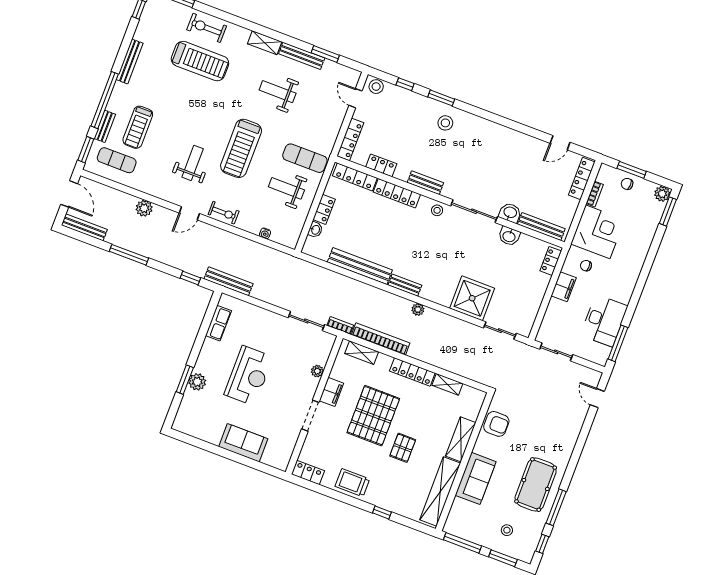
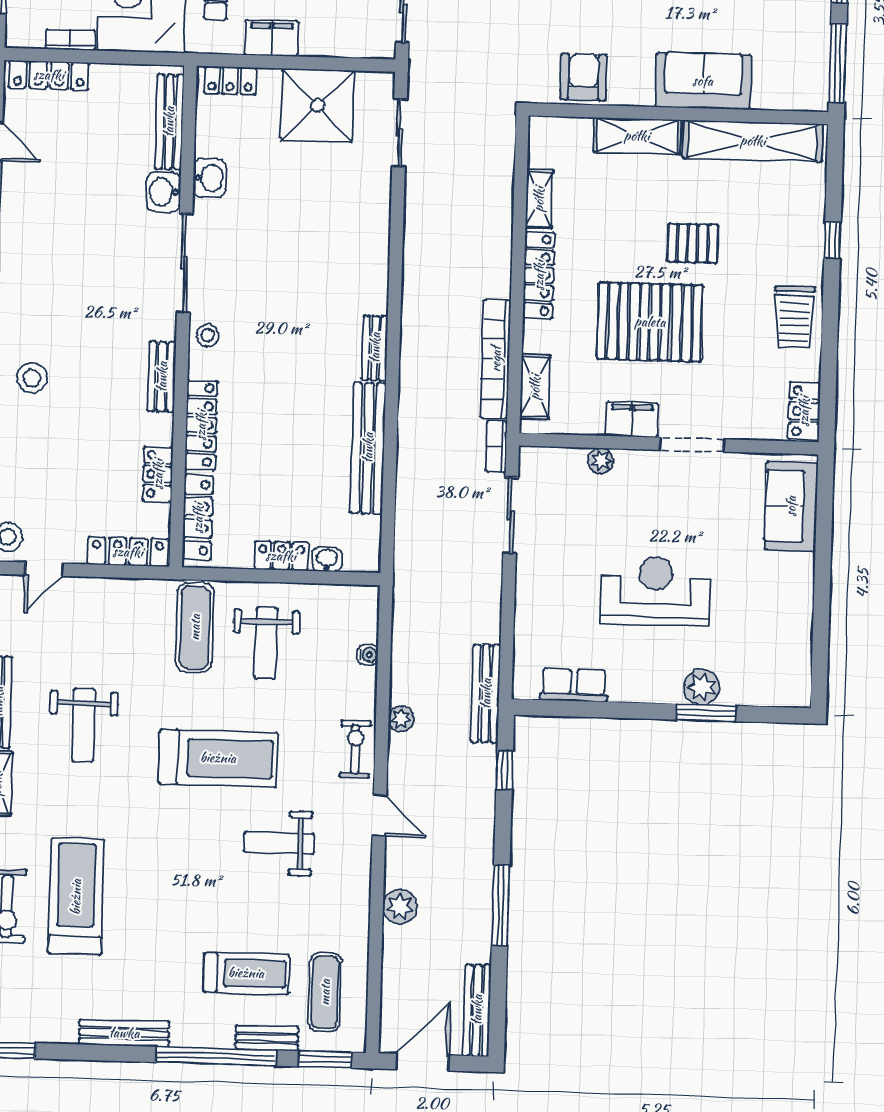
shower: (472, 298) -> (317, 105), moved
plant: (418, 309) -> (401, 719), moved
sofa: (243, 443) -> (791, 506), moved

